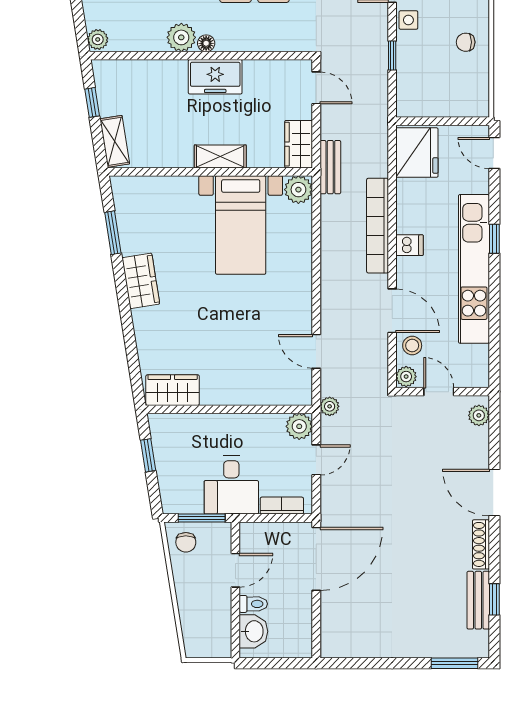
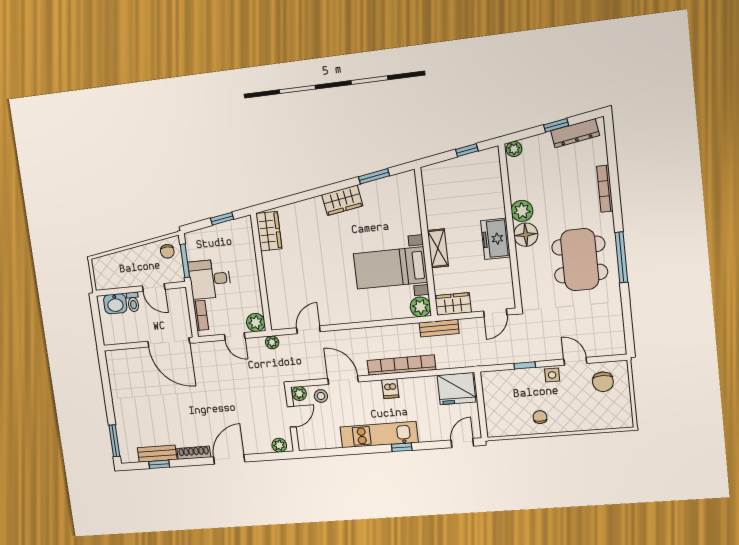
floor lamp: (206, 43) -> (526, 235), width x1.89, depth x1.89
shelving: (115, 141) -> (440, 170), removed
kitchen unit: (474, 269) -> (379, 435), width x0.73
door: (392, 311) -> (343, 380), swing flipped
chair: (186, 542) -> (167, 251), turned -90

